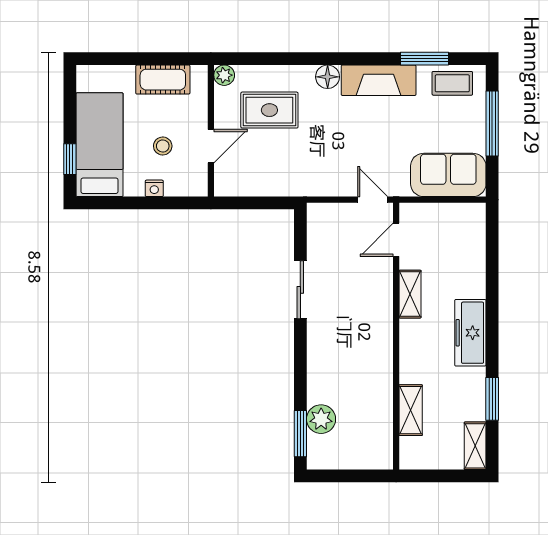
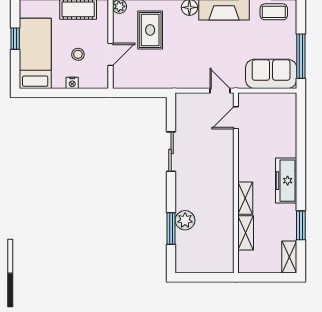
rug: (269, 110) -> (150, 30), turned 90
window: (492, 124) -> (301, 56), moved
window: (70, 159) -> (15, 39), moved
shelving: (410, 294) -> (245, 198), moved
plant: (321, 419) -> (185, 220), moved
window: (300, 434) -> (171, 229), moved

